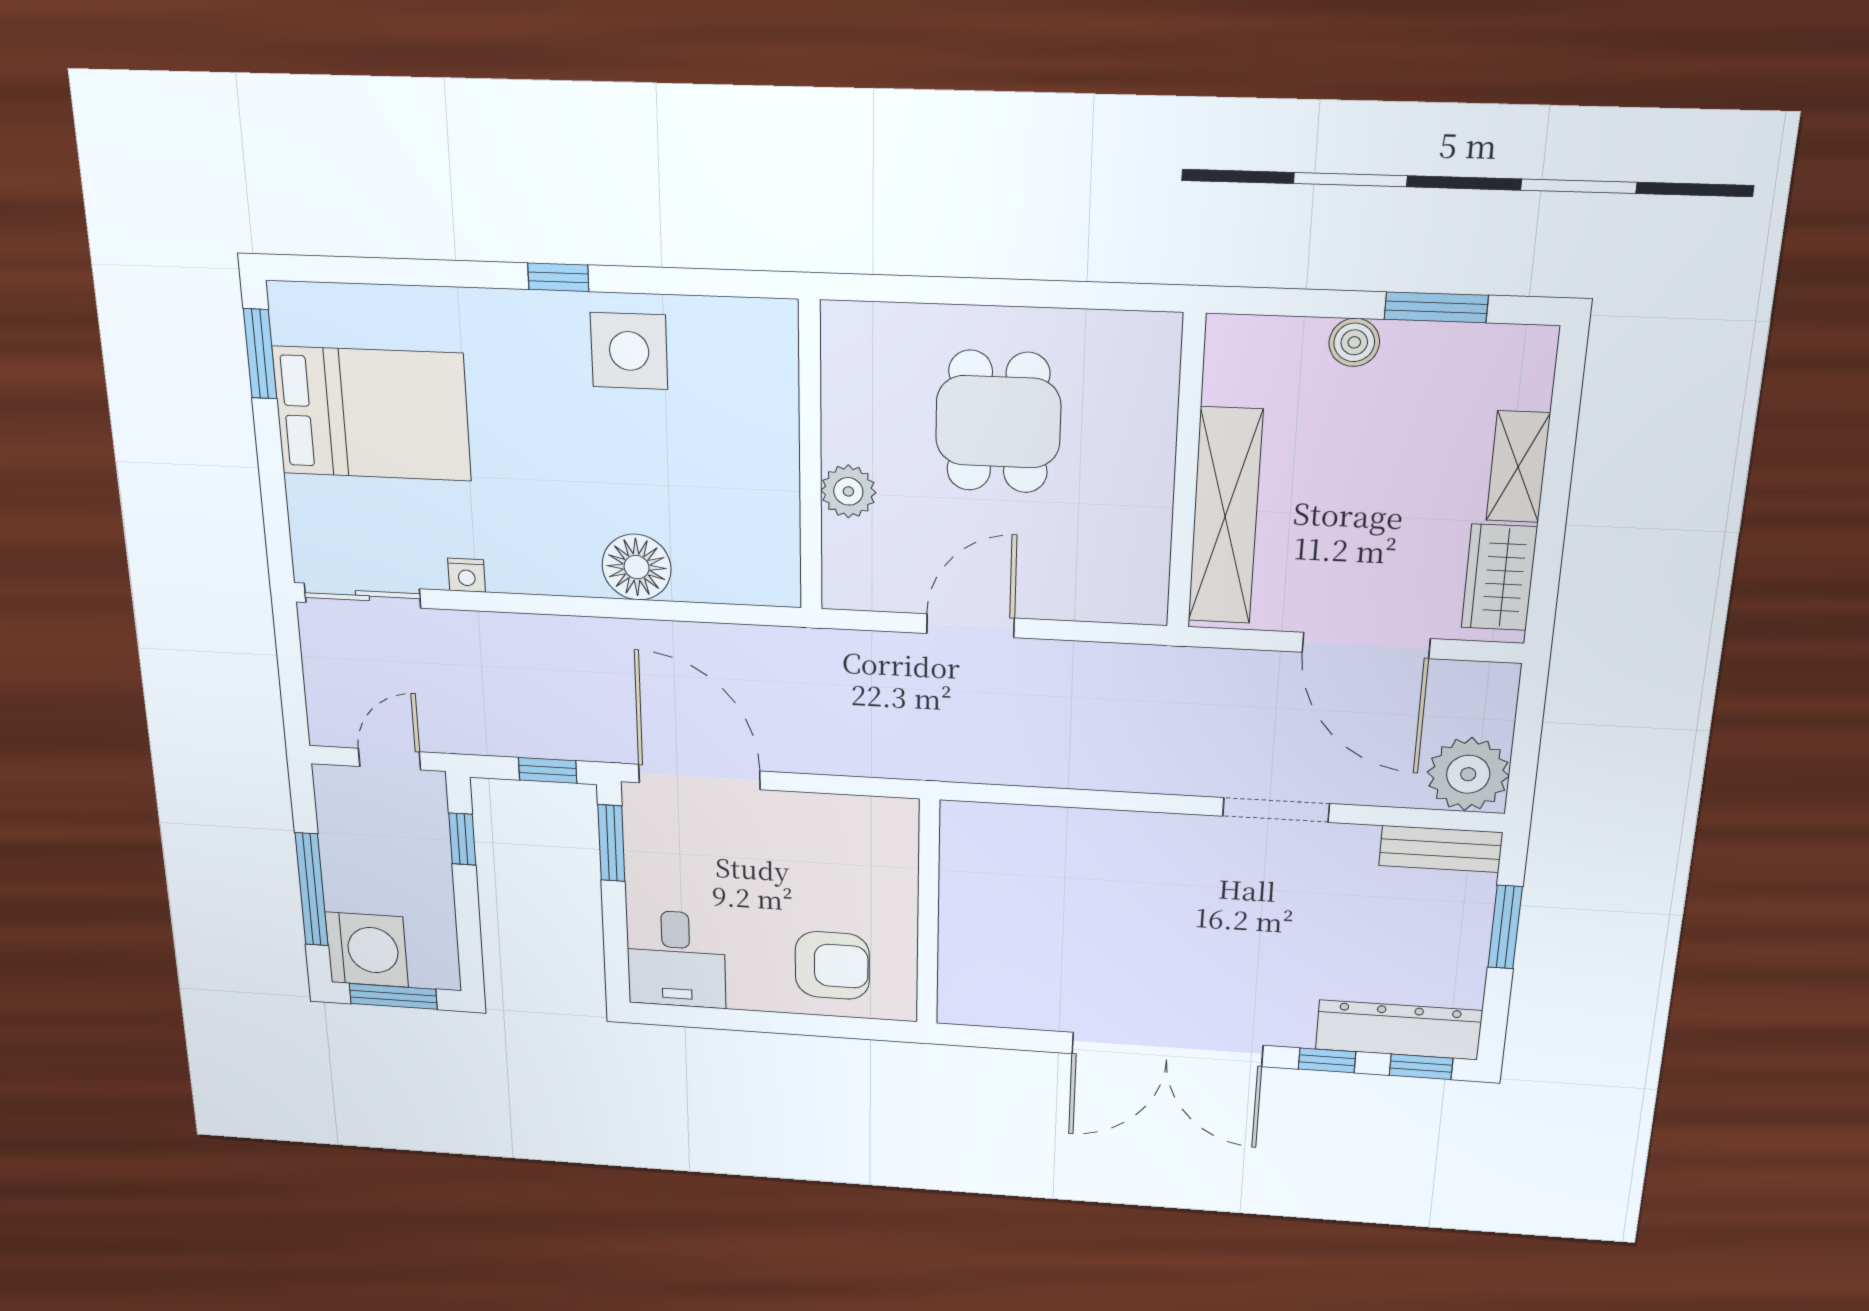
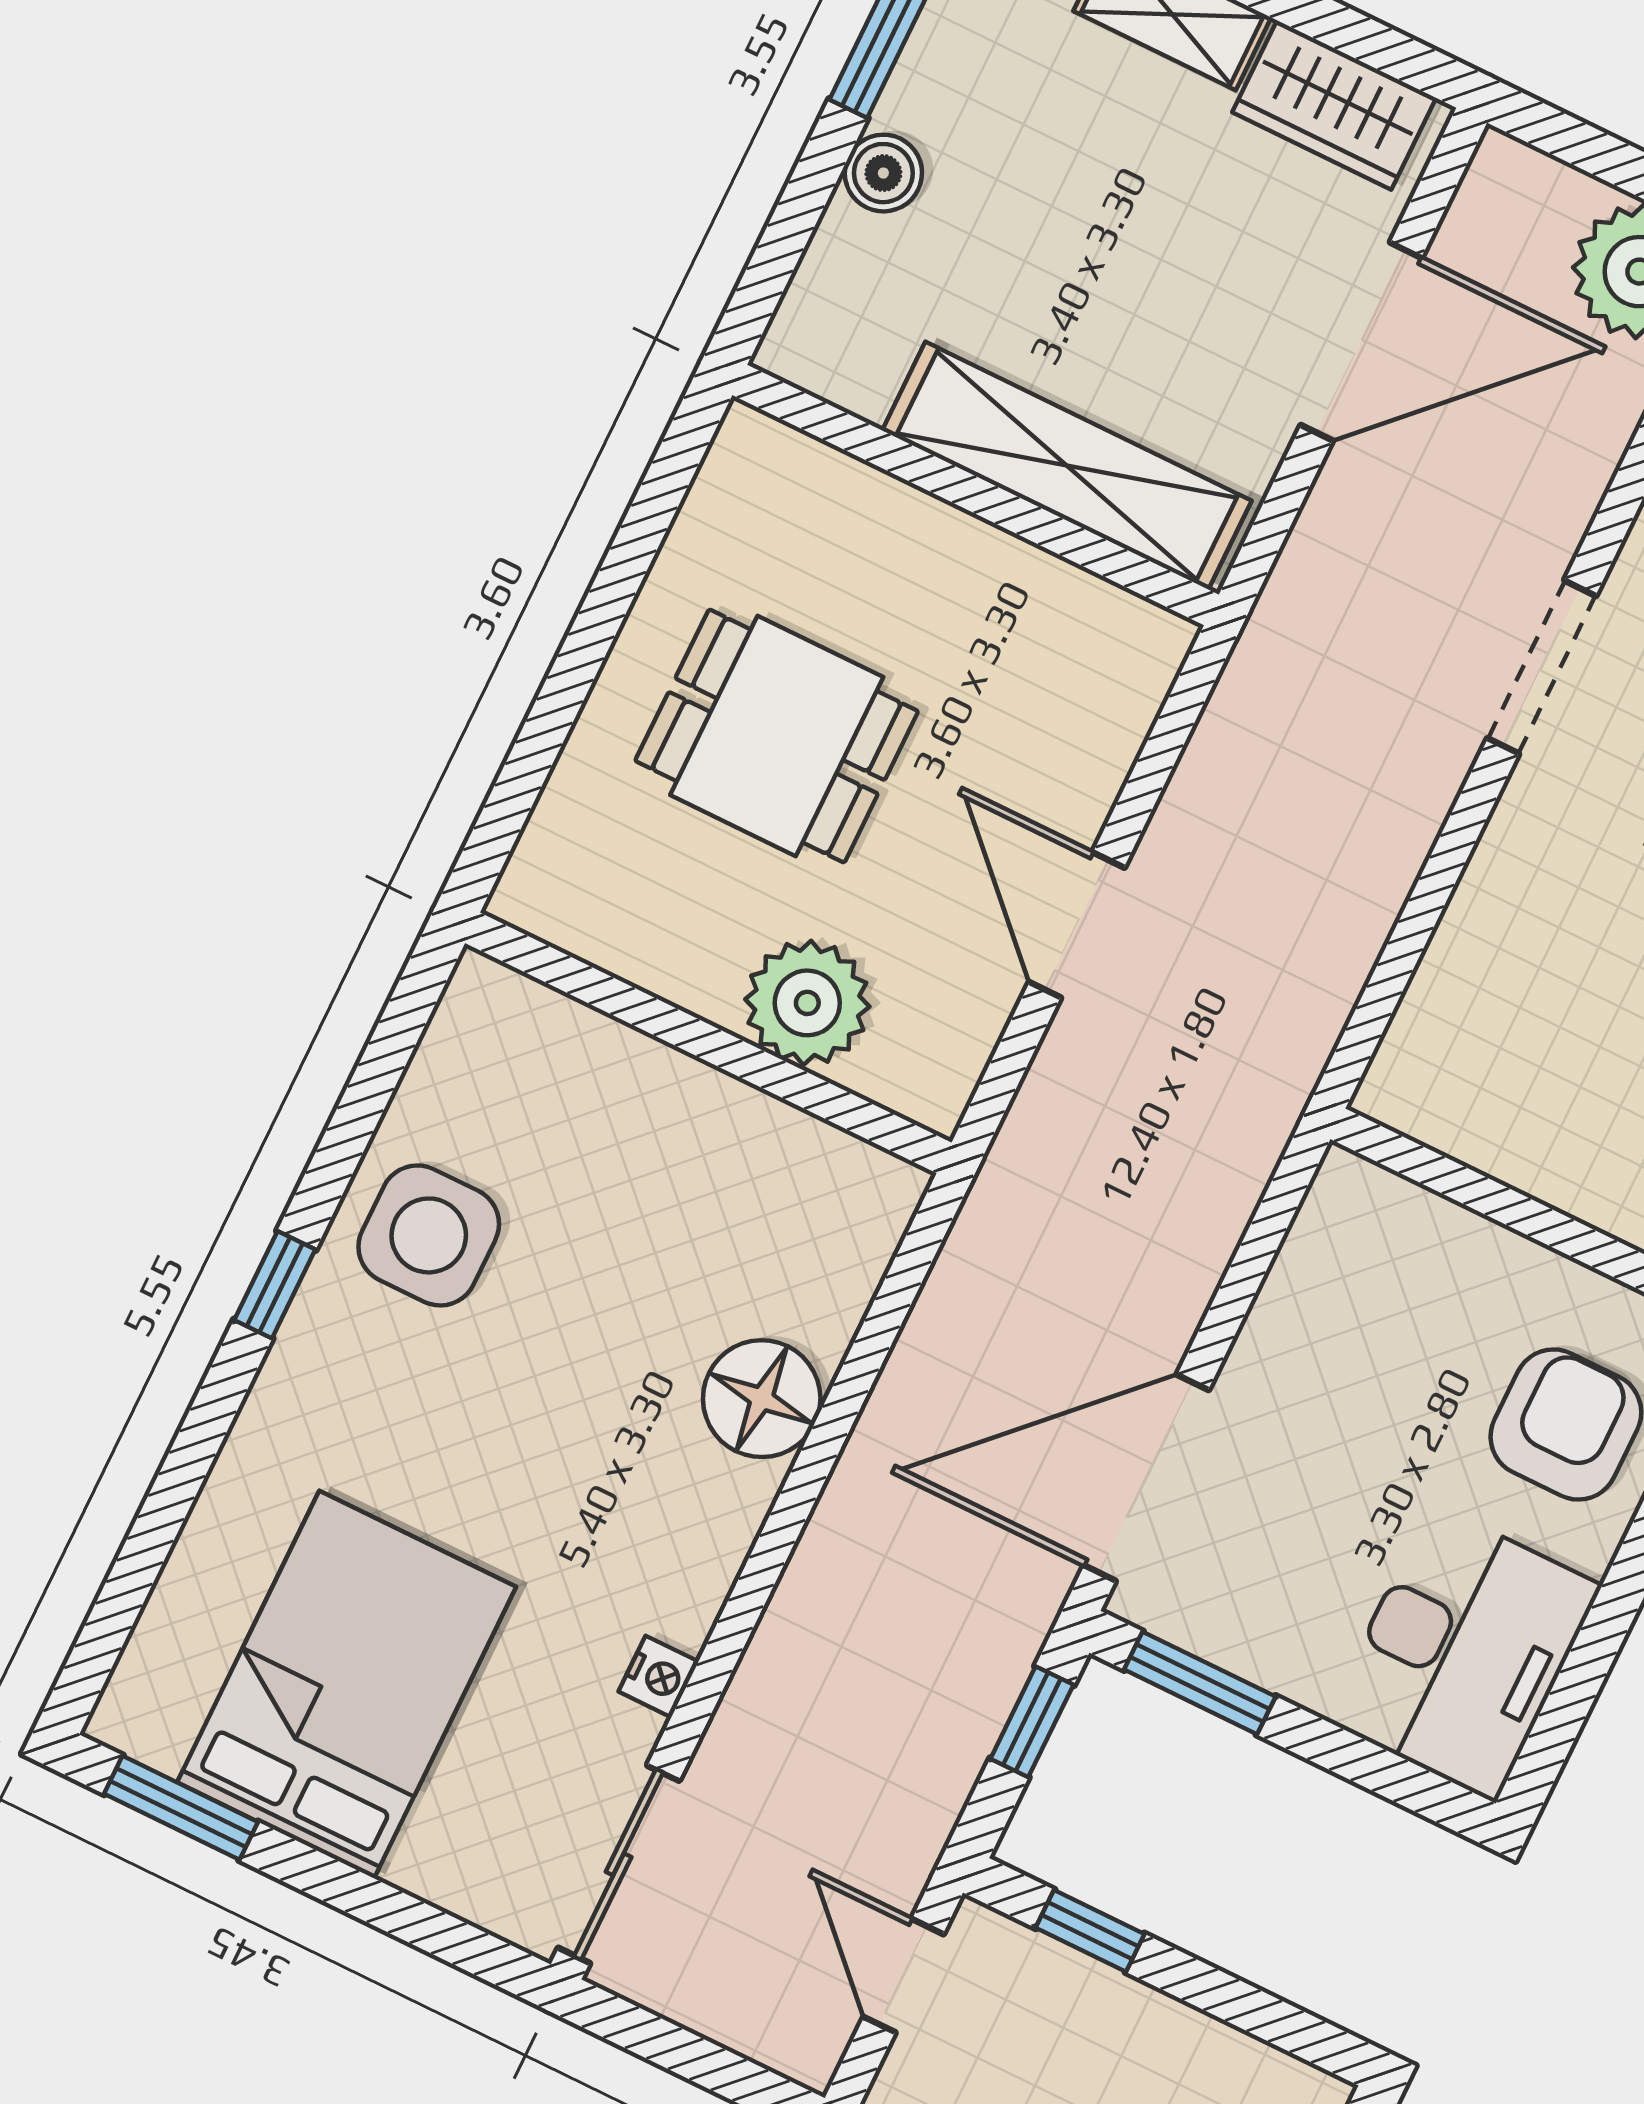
plant: (848, 491) -> (807, 1003), width x1.36, depth x1.36
doorway: (1276, 810) -> (1542, 667), moved
desk: (676, 959) -> (1463, 1653), width x1.37

